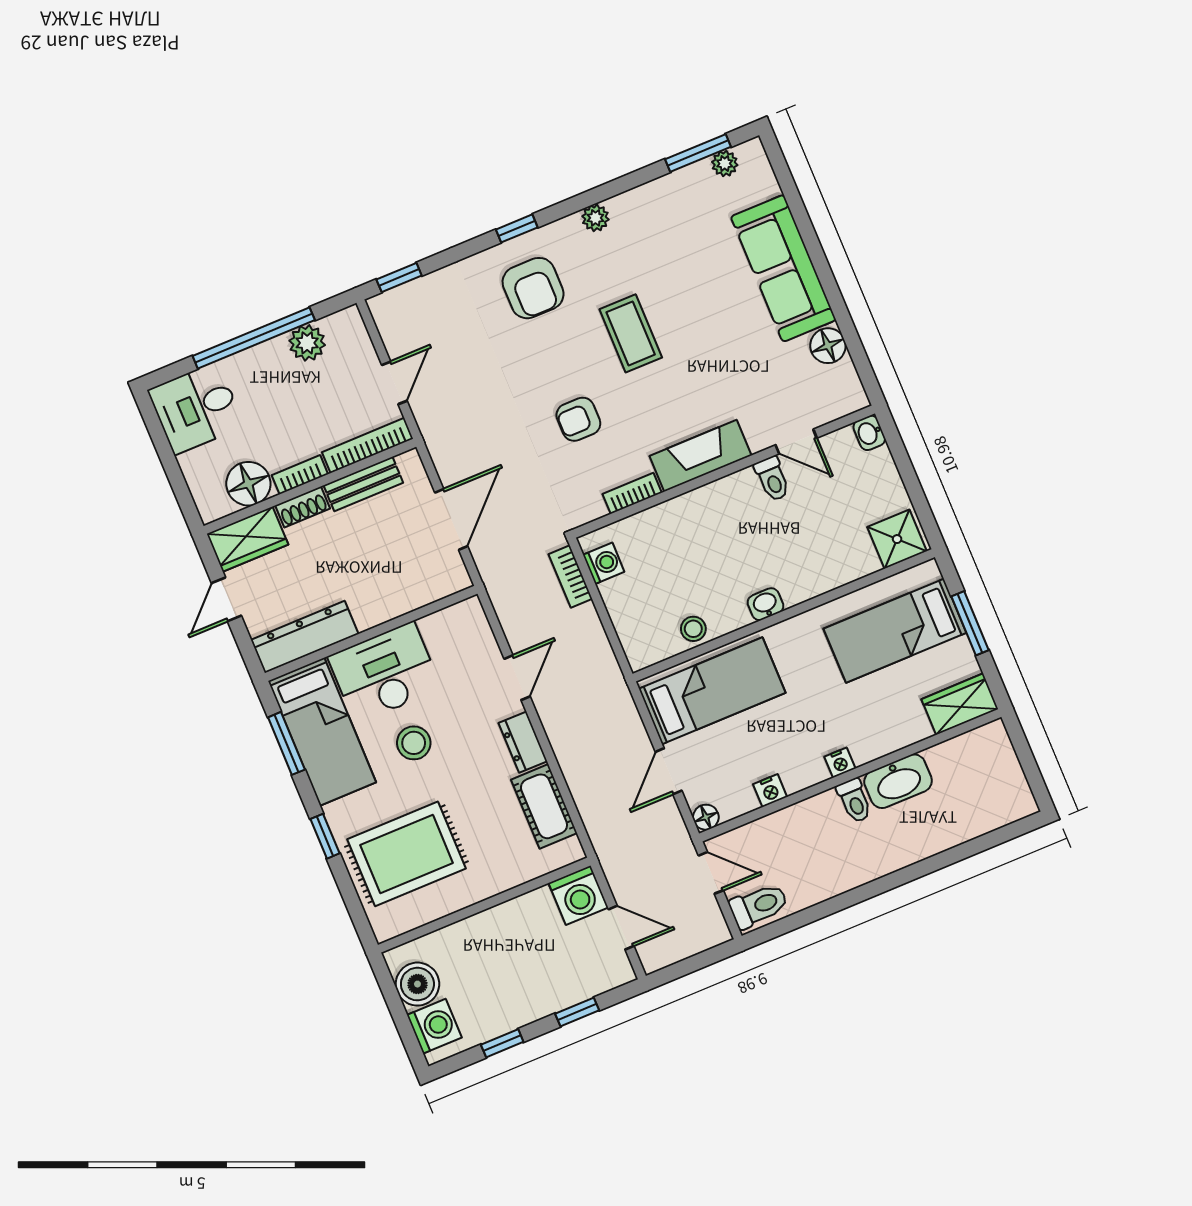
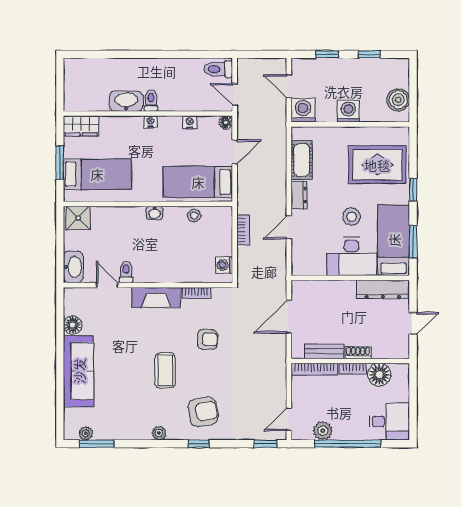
armchair: (533, 288) -> (203, 412), turned 80
door: (394, 383) -> (289, 419), moved
washbasin: (869, 433) -> (73, 267), width x1.91, depth x1.45
wardrobe: (247, 539) -> (391, 348), removed
bookcase: (570, 576) -> (243, 230), moved
washing machine: (434, 1026) -> (348, 111), moved, turned 90

